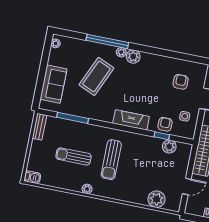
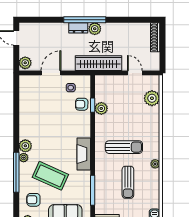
armchair: (181, 82) -> (33, 200), moved
fireplace: (131, 120) -> (84, 154), moved
plant: (169, 146) -> (101, 108), moved

